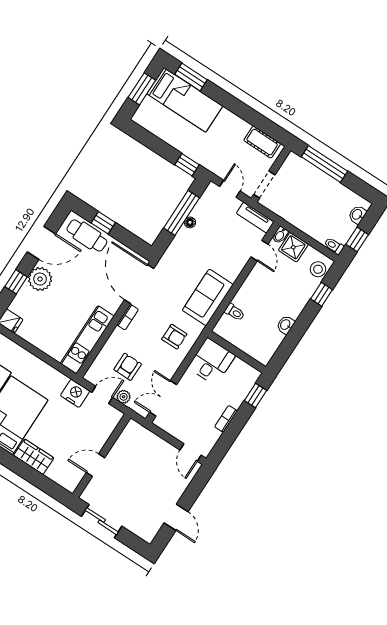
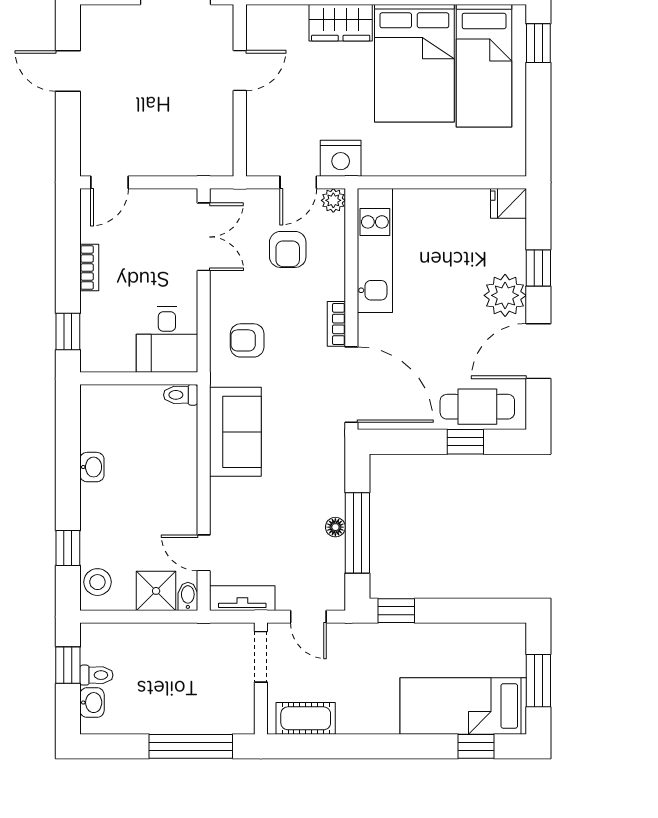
window: (191, 77) -> (476, 746), width x0.67
toilet: (334, 246) -> (96, 675), moved
toilet: (235, 312) -> (181, 395), moved
plant: (124, 397) -> (333, 200), moved
door: (191, 452) -> (109, 182), swing flipped

